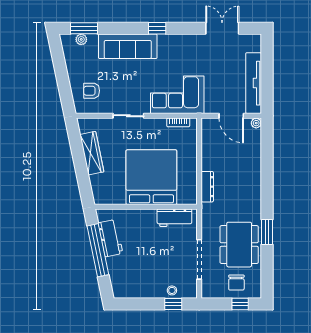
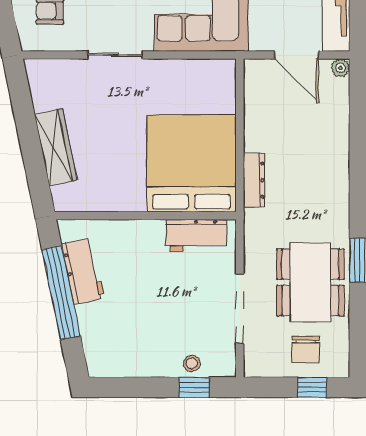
bookcase: (178, 122) -> (203, 67), removed
wardrobe: (92, 153) -> (56, 147), moved
bed: (151, 177) -> (191, 163), moved

